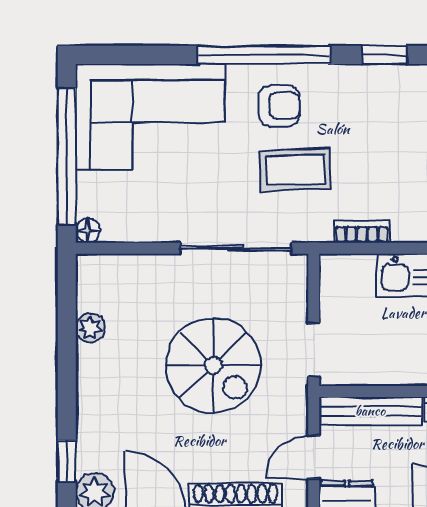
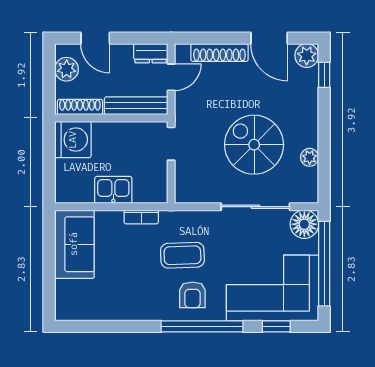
window: (384, 55) -> (276, 326), moved
armchair: (279, 106) -> (192, 295), turned -90
floor lamp: (88, 231) -> (304, 224), width x1.89, depth x1.89
sliding door: (236, 248) -> (255, 207), moved
spiral stairs: (213, 365) -> (254, 145), moved

